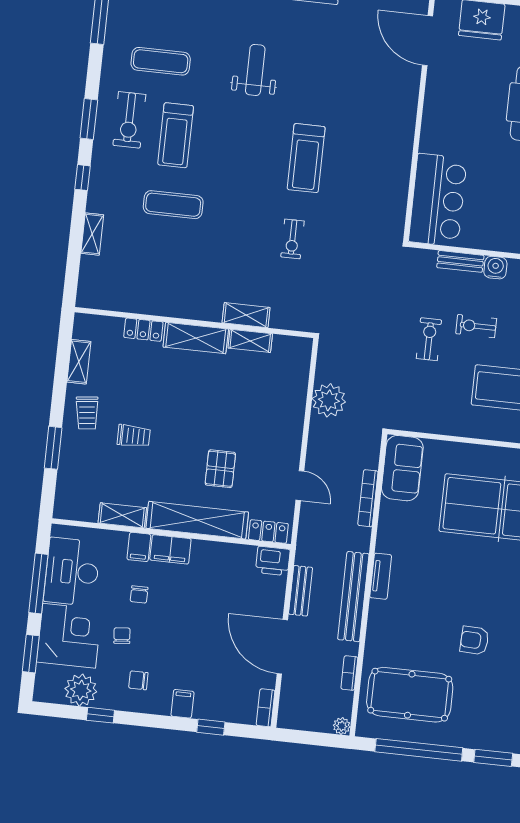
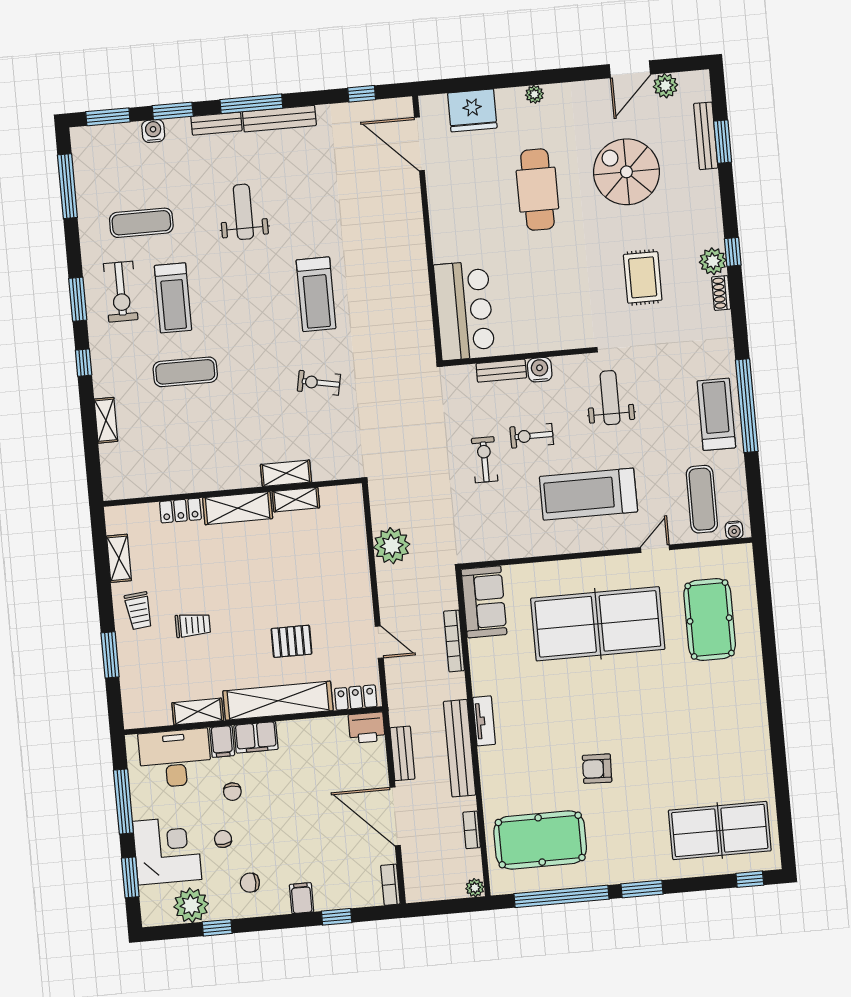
exercise bike: (292, 239) -> (319, 383), turned 101
pallet: (220, 469) -> (291, 641), turned 90
desk: (72, 572) -> (175, 758), moved, turned 90

